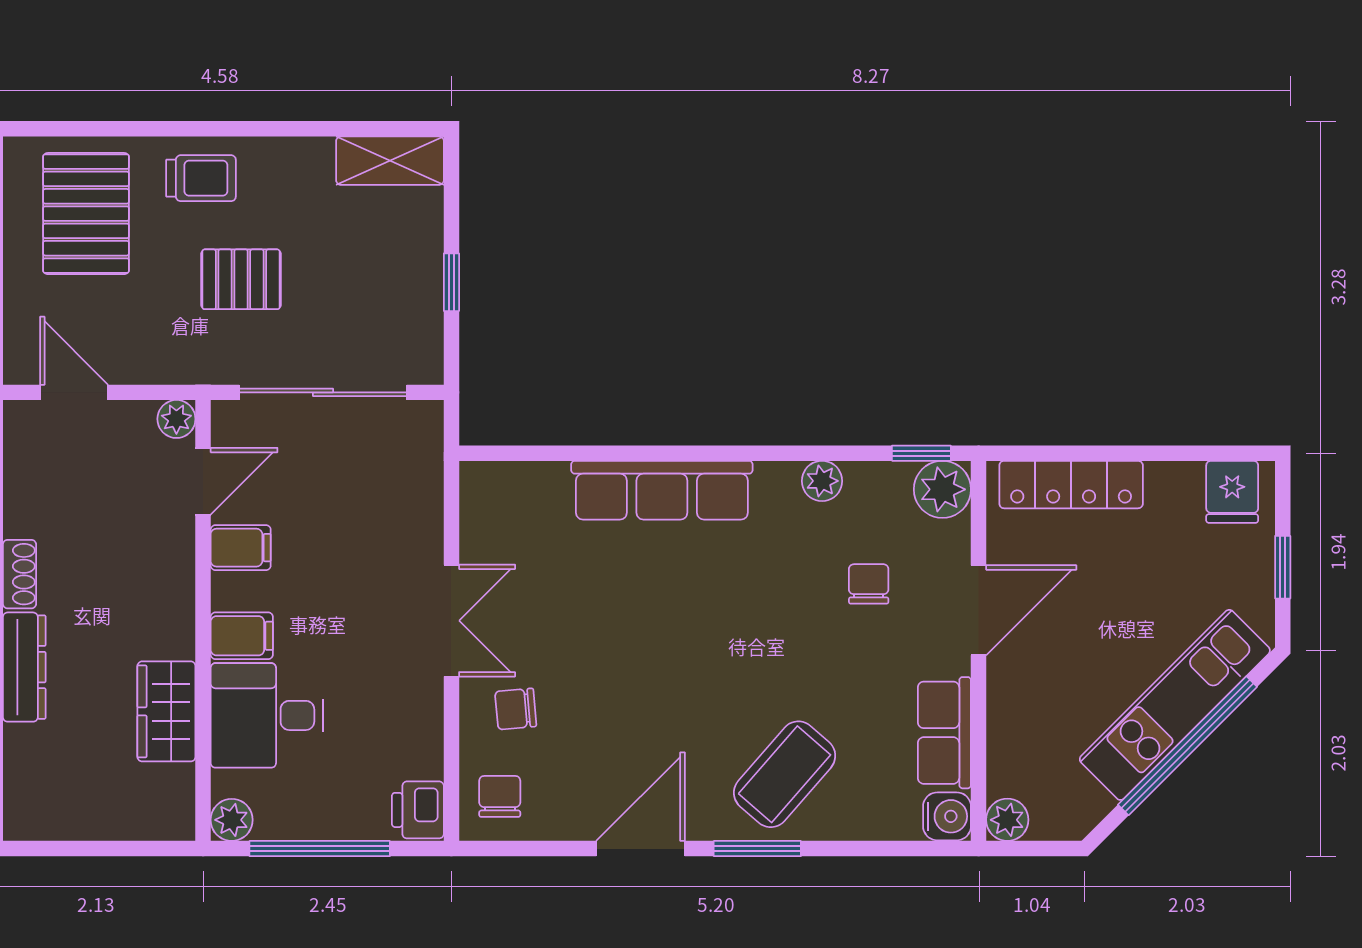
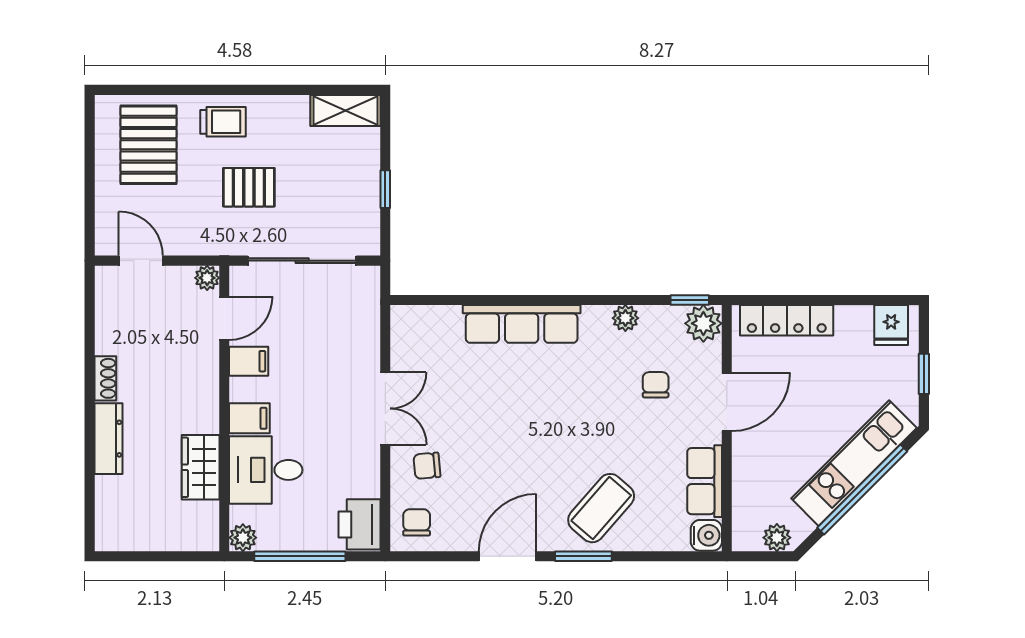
printer: (418, 810) -> (359, 524), width x1.36, depth x1.24
plant: (1007, 820) -> (777, 538), moved

